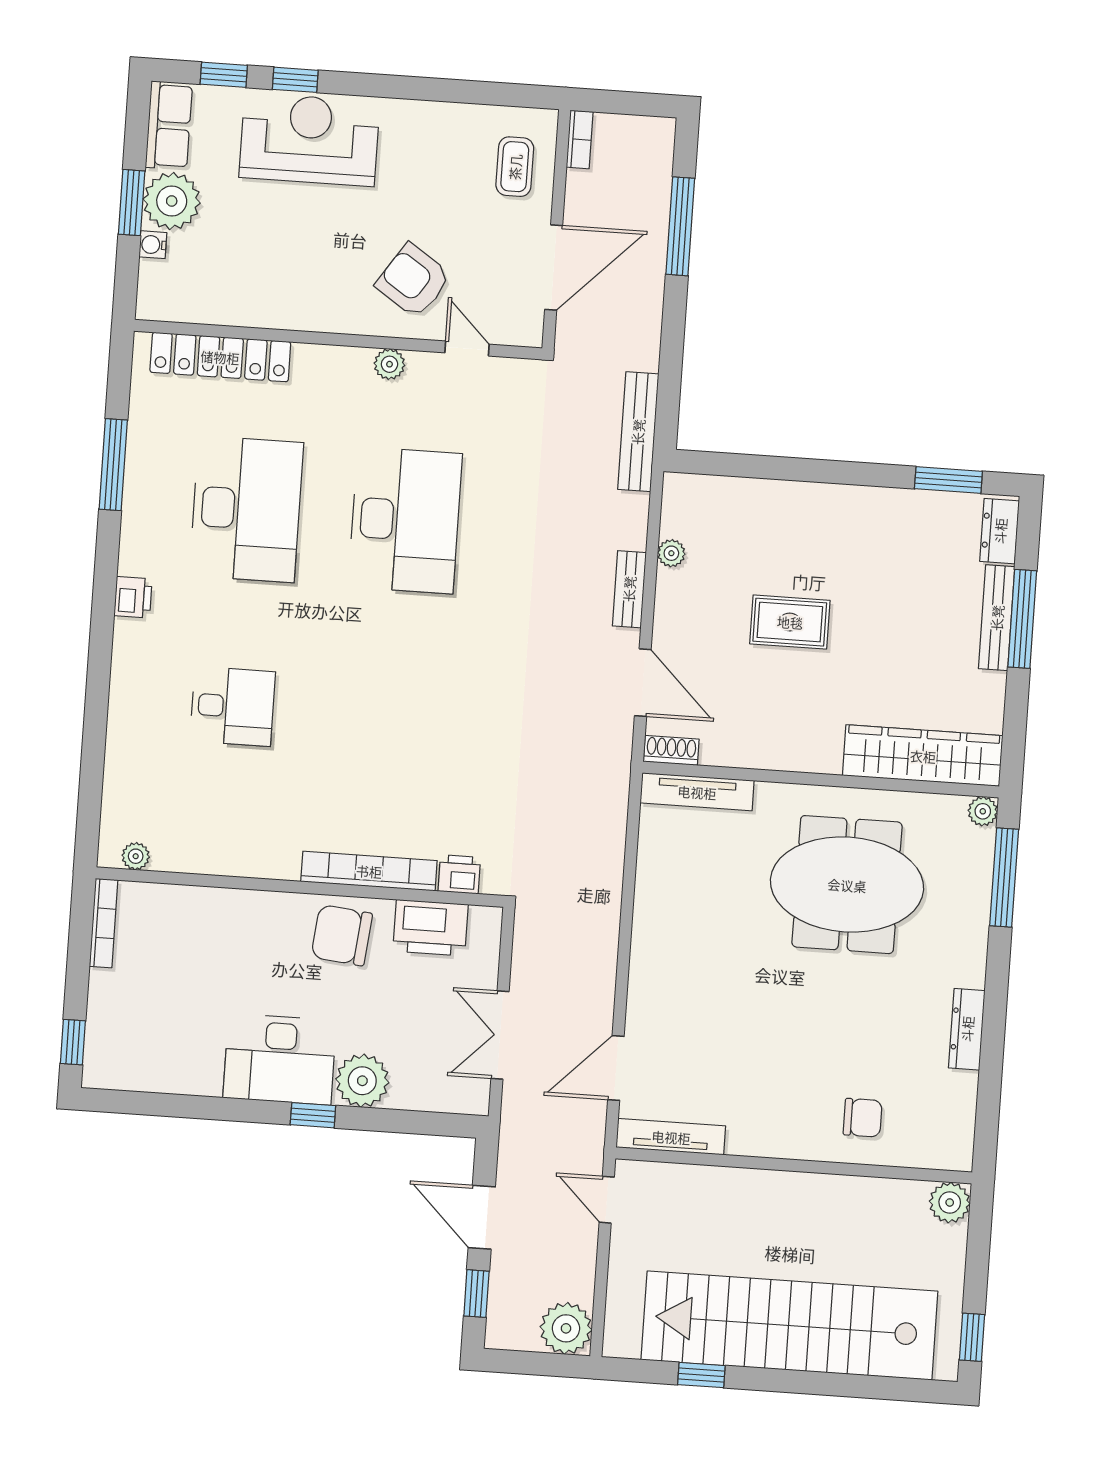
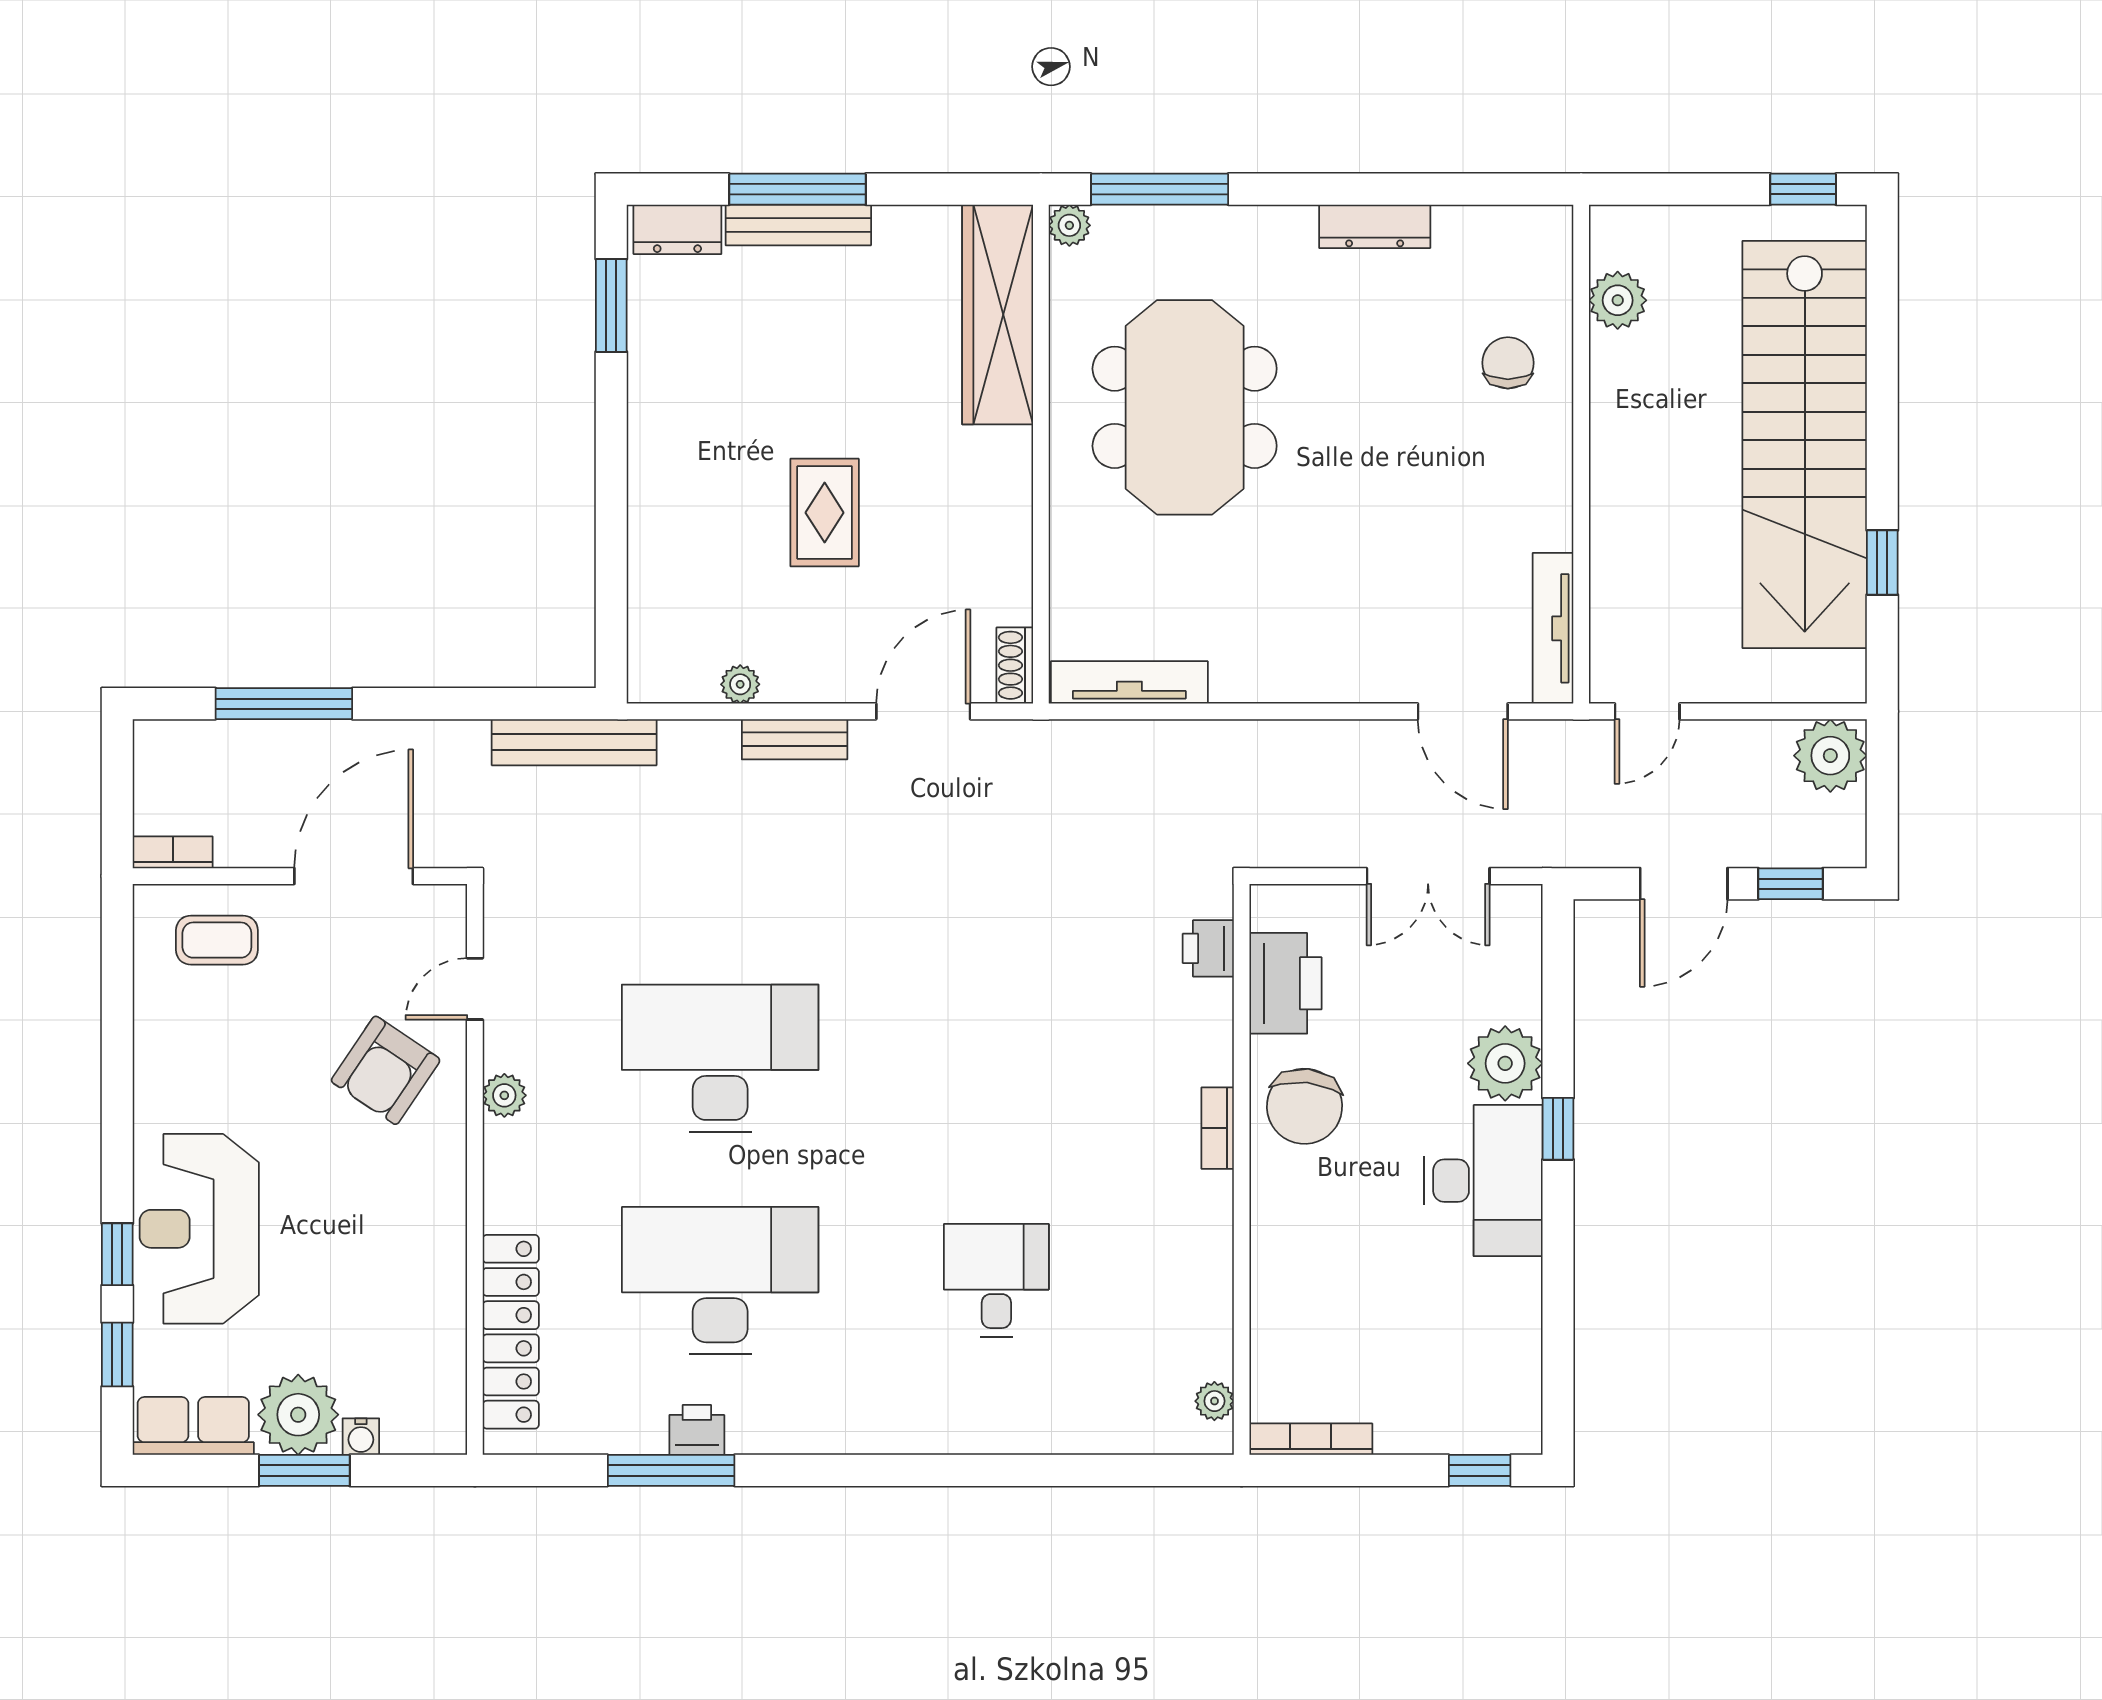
door: (554, 268) -> (354, 876), hinge flipped
printer: (133, 597) -> (697, 1430), moved
tv unit: (697, 792) -> (1129, 682), moved, turned -90
bookcase: (369, 871) -> (1218, 1128), width x0.43, depth x0.76
plant: (950, 1203) -> (1618, 300), moved

